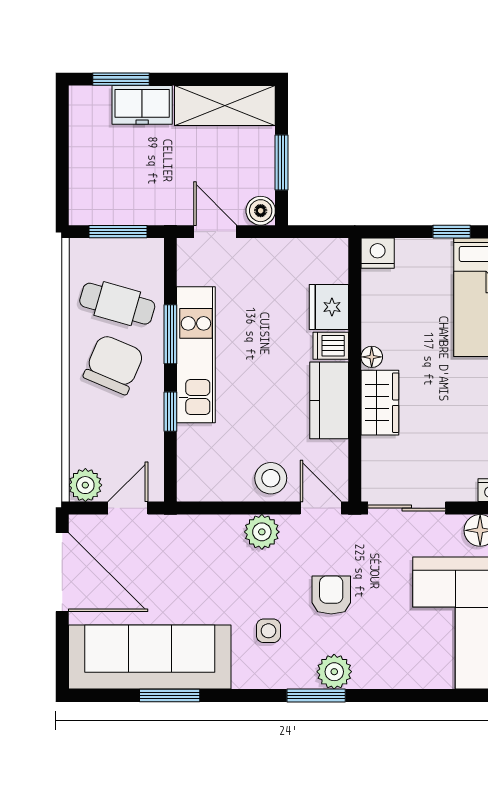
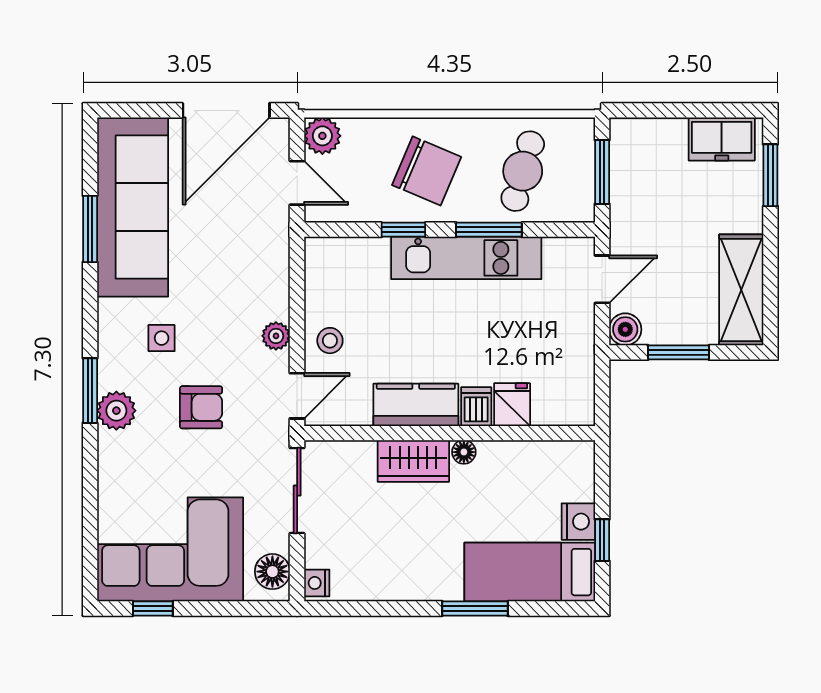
freezer: (142, 105) -> (722, 139), moved, turned -90
nightstand: (378, 253) -> (578, 522), moved
fridge: (329, 307) -> (512, 405), width x0.72
chair: (114, 364) -> (427, 171), moved
stool: (271, 478) -> (330, 341), width x0.73, depth x0.73
plant: (262, 532) -> (276, 336), width x0.73, depth x0.73

